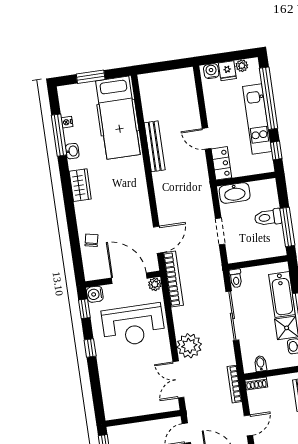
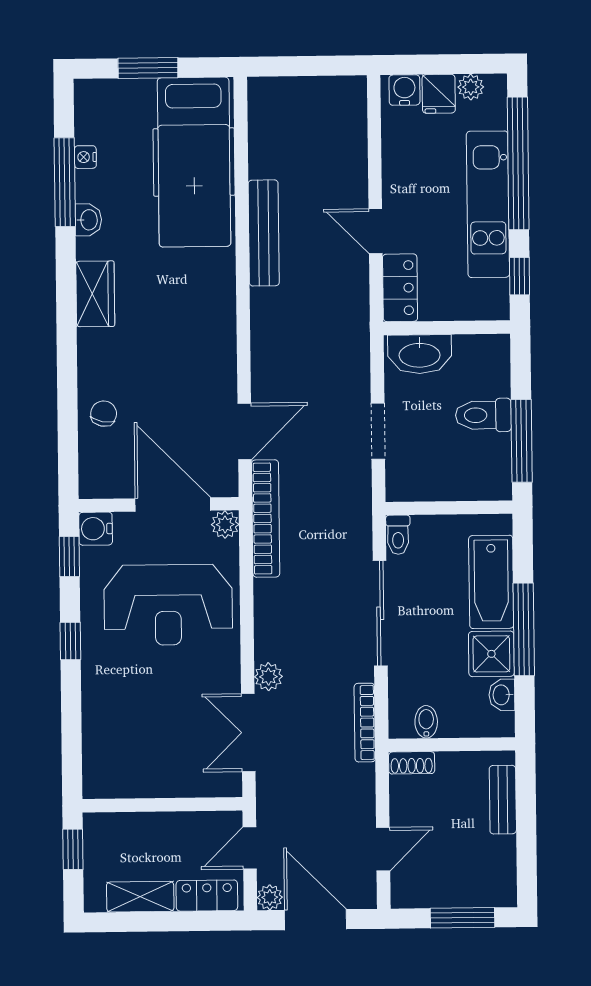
plant: (189, 346) -> (268, 677), width x0.53, depth x0.53
bookcase: (234, 384) -> (365, 723), moved

